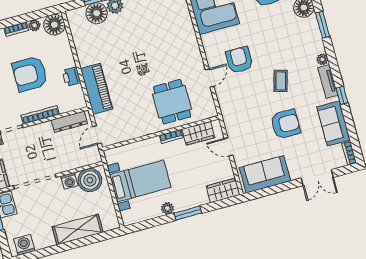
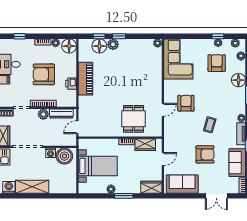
piano: (97, 89) -> (86, 79), moved
plant: (44, 130) -> (43, 114), added
door: (228, 147) -> (163, 159), swing flipped
shelving: (78, 229) -> (32, 187), moved

